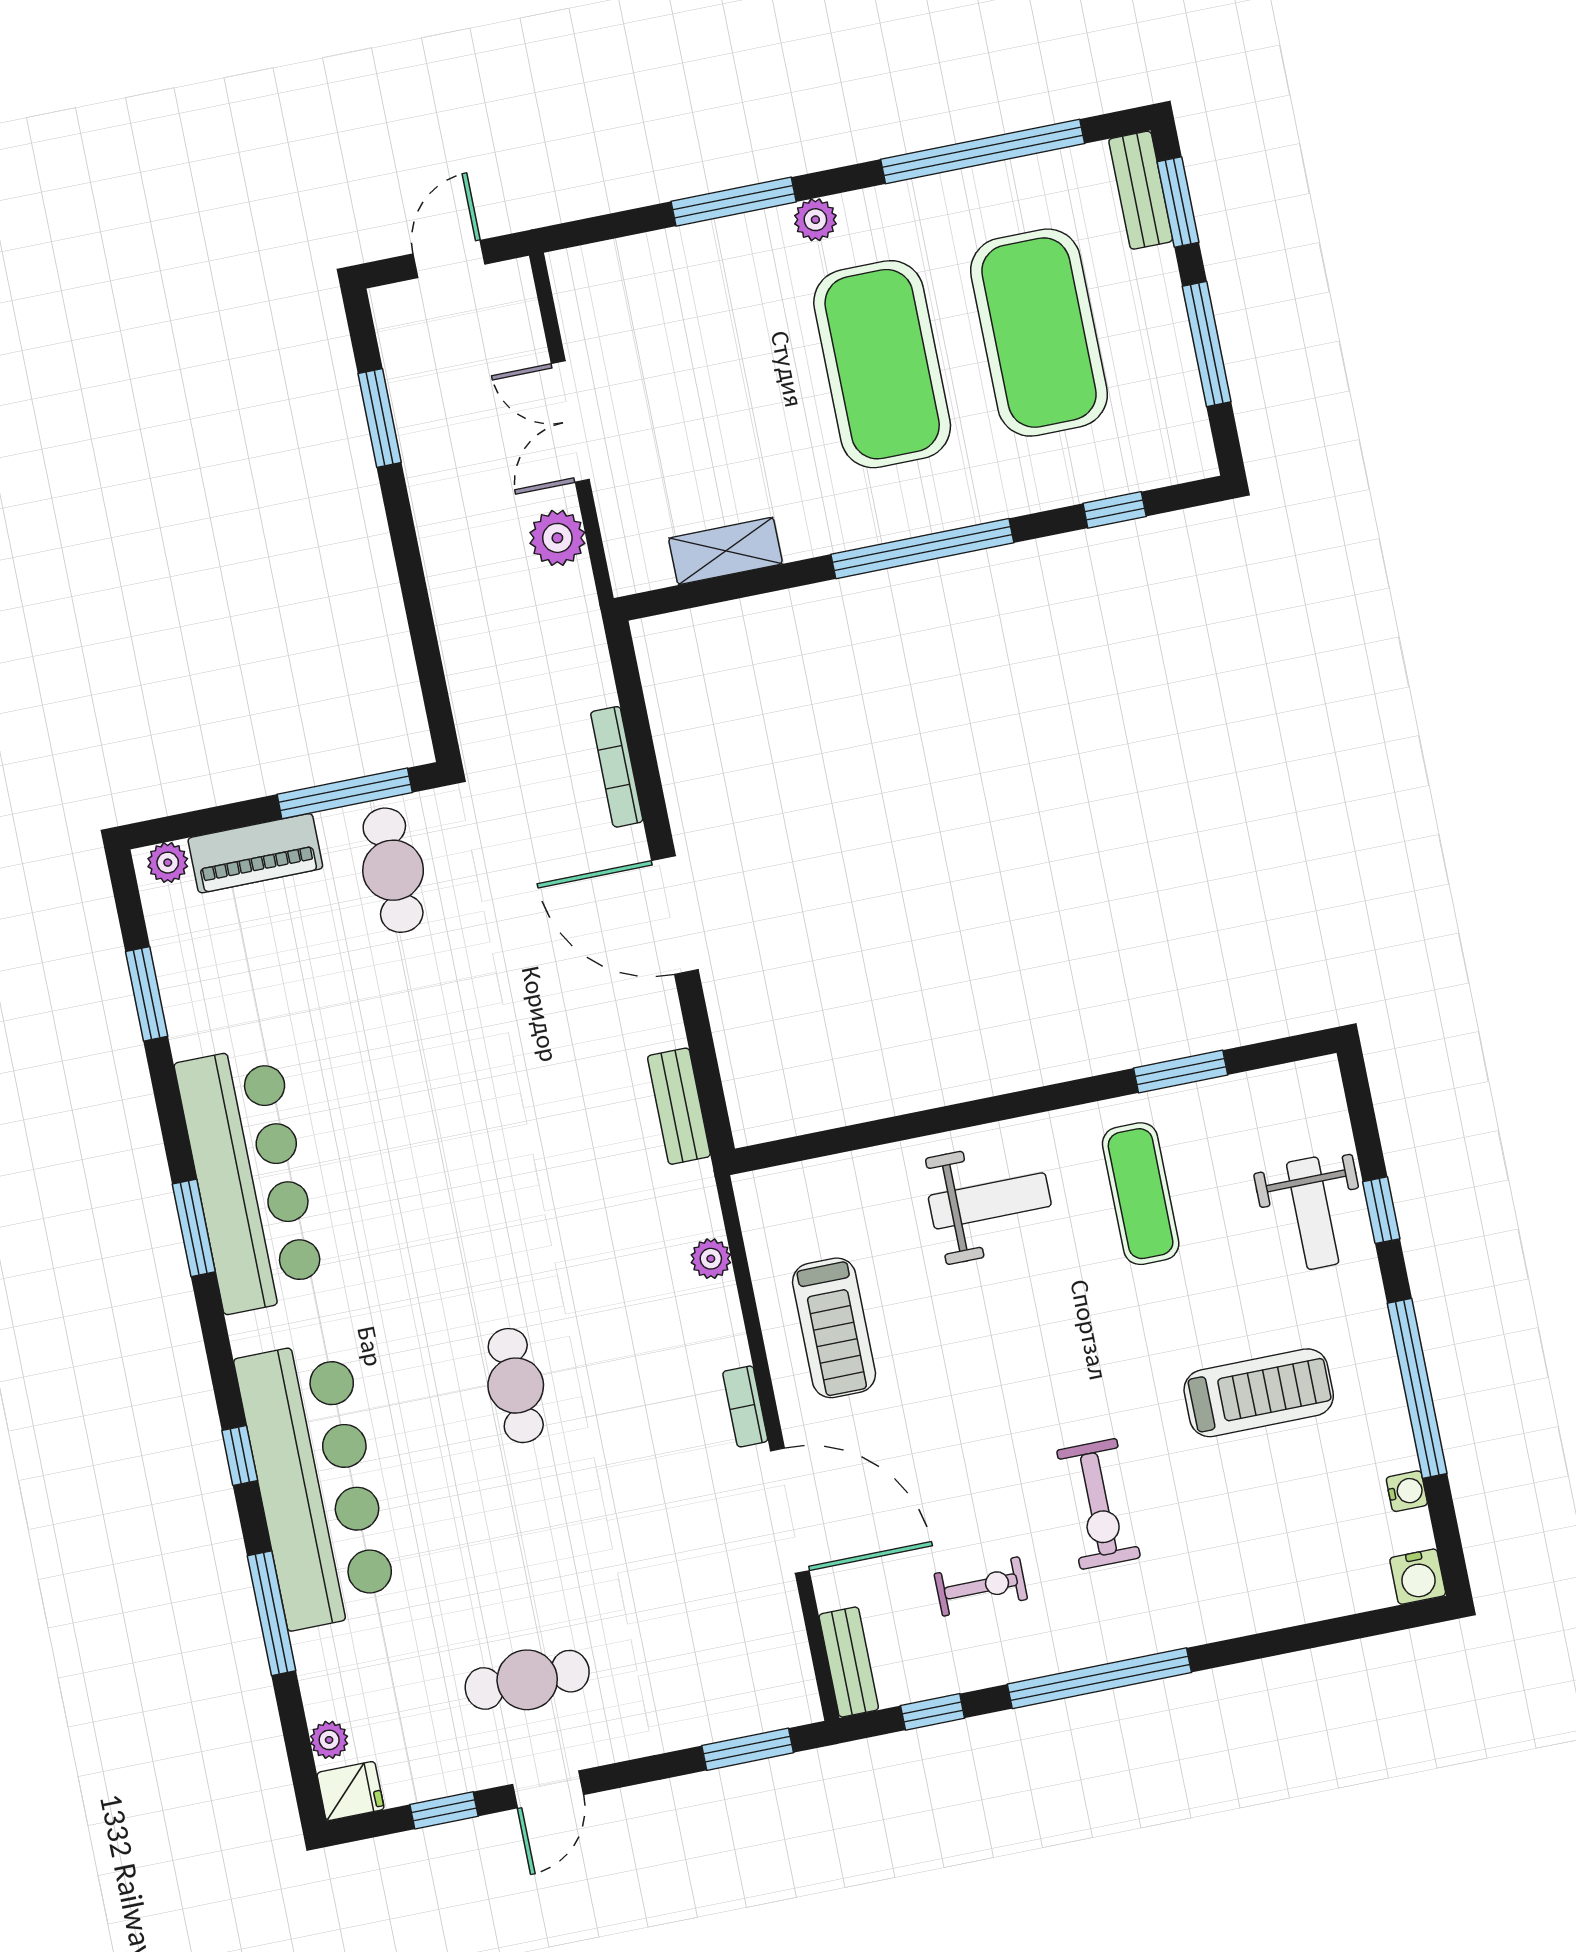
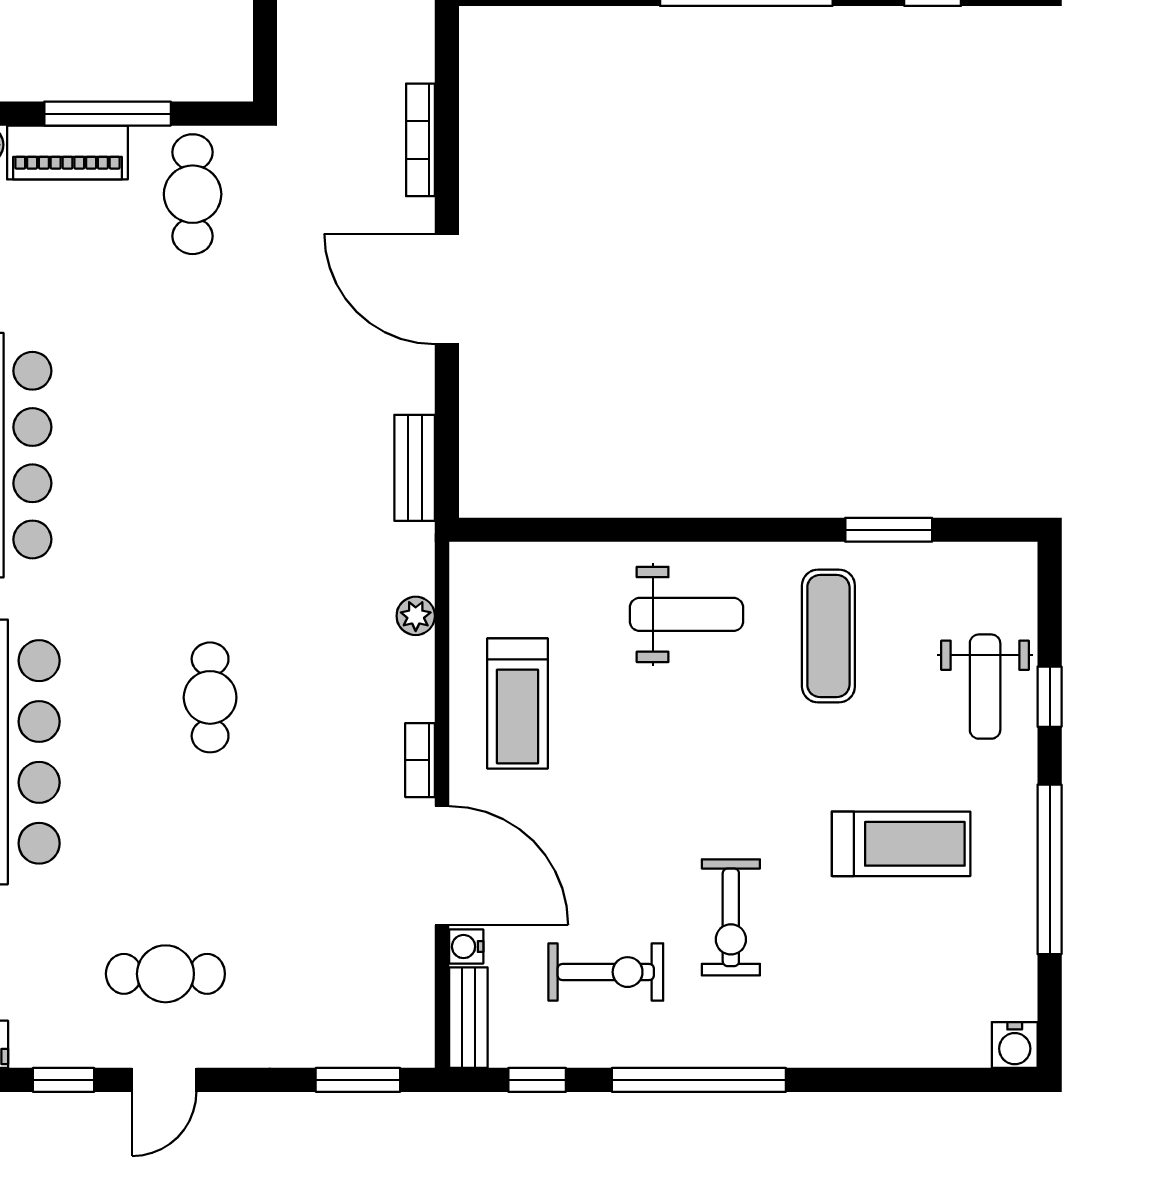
window: (345, 793) -> (108, 114), moved
water cooler: (1407, 1491) -> (466, 947), moved, turned 180
exercise bike: (981, 1586) -> (606, 972), width x1.38, depth x1.39

